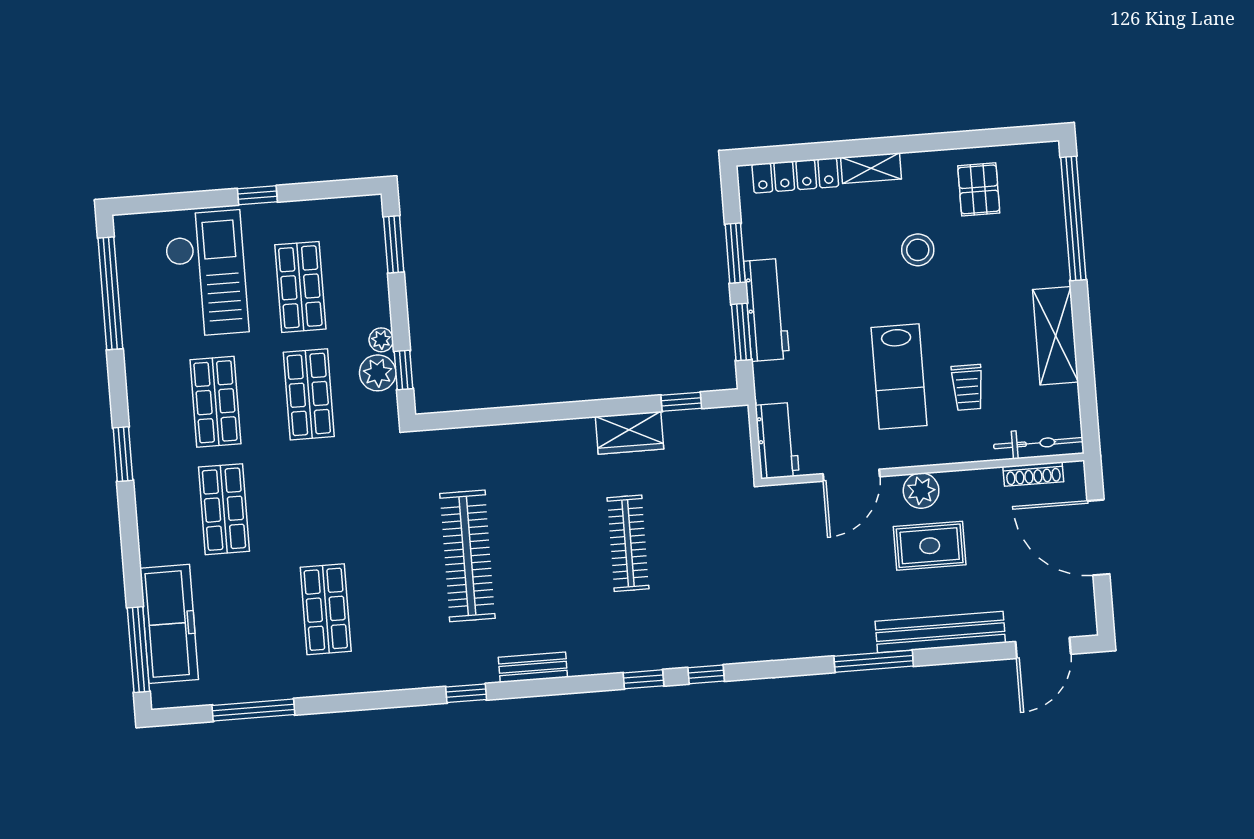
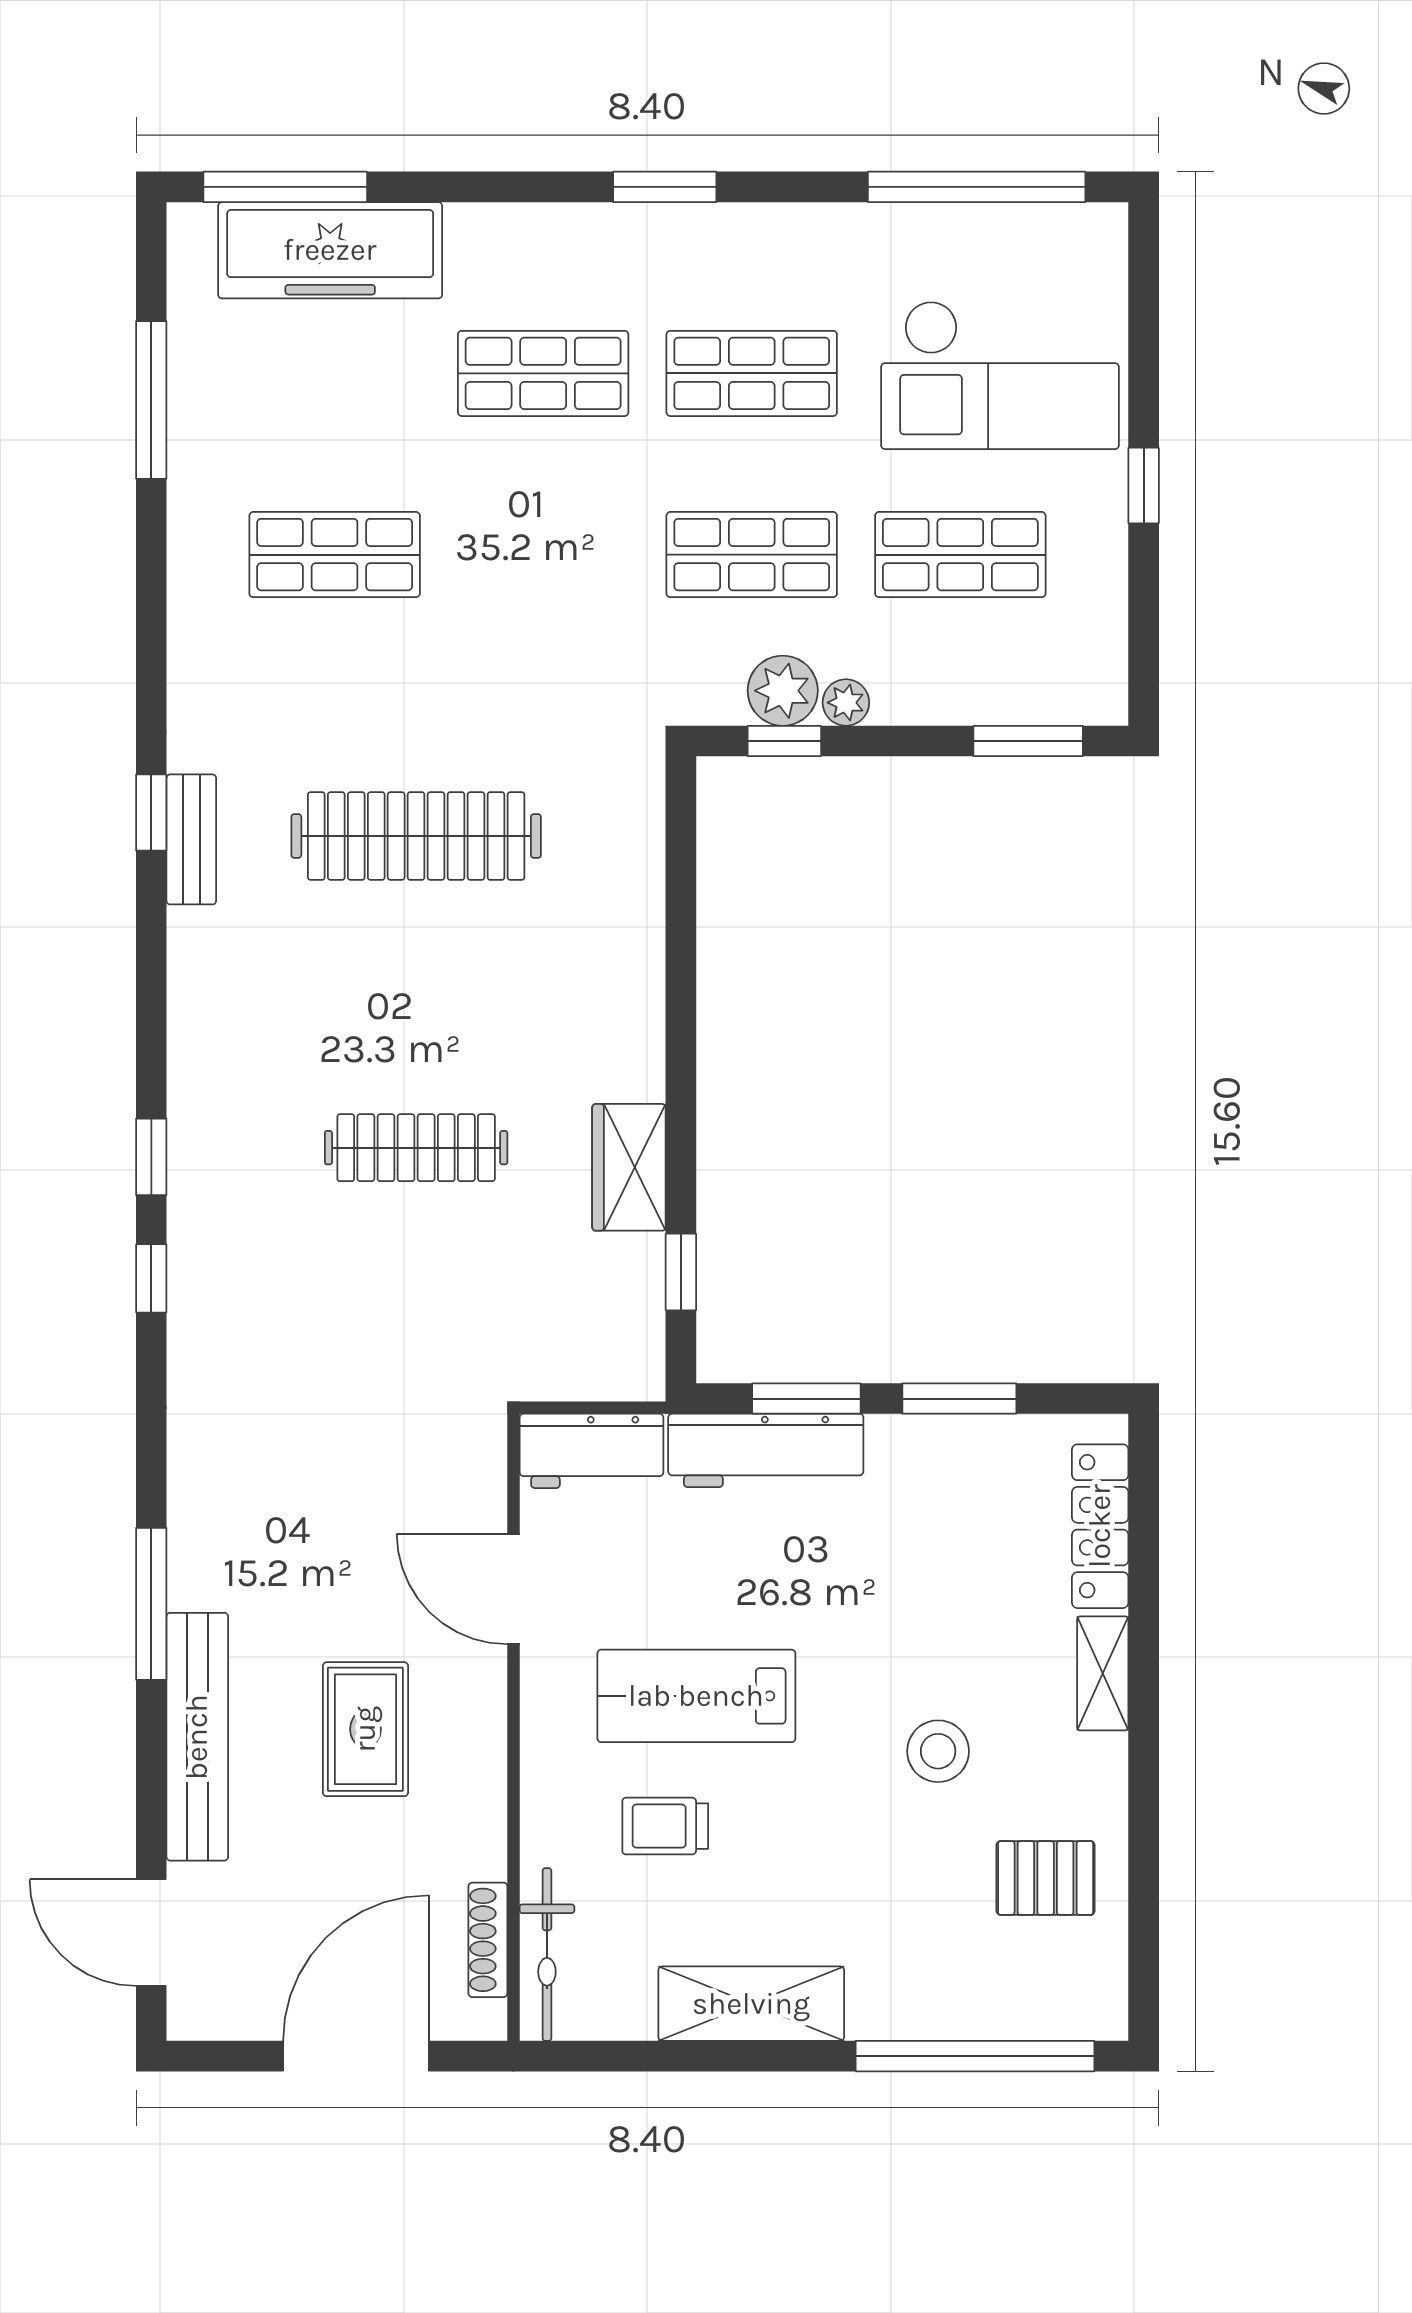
workbench: (767, 310) -> (766, 1450), moved
plant: (921, 491) -> (473, 1721), removed
bench: (533, 667) -> (191, 839), moved

